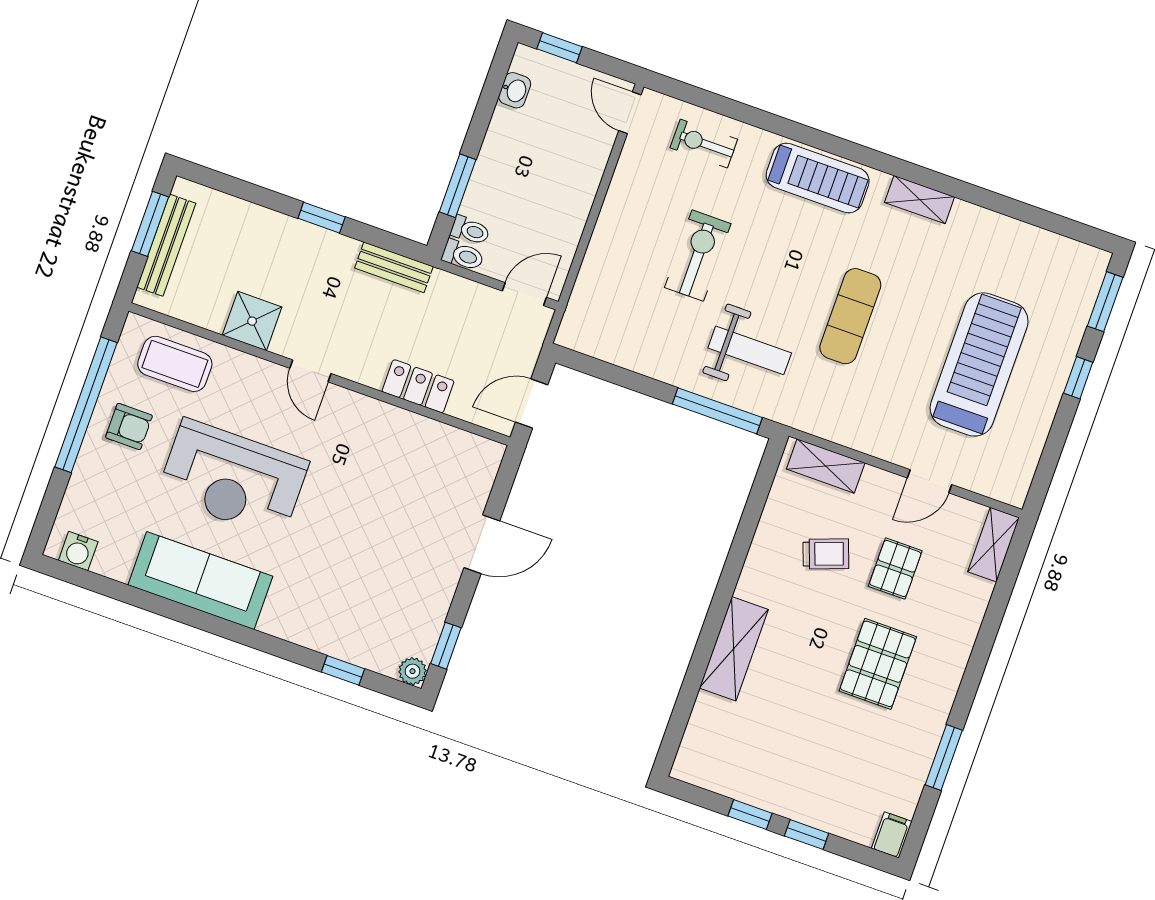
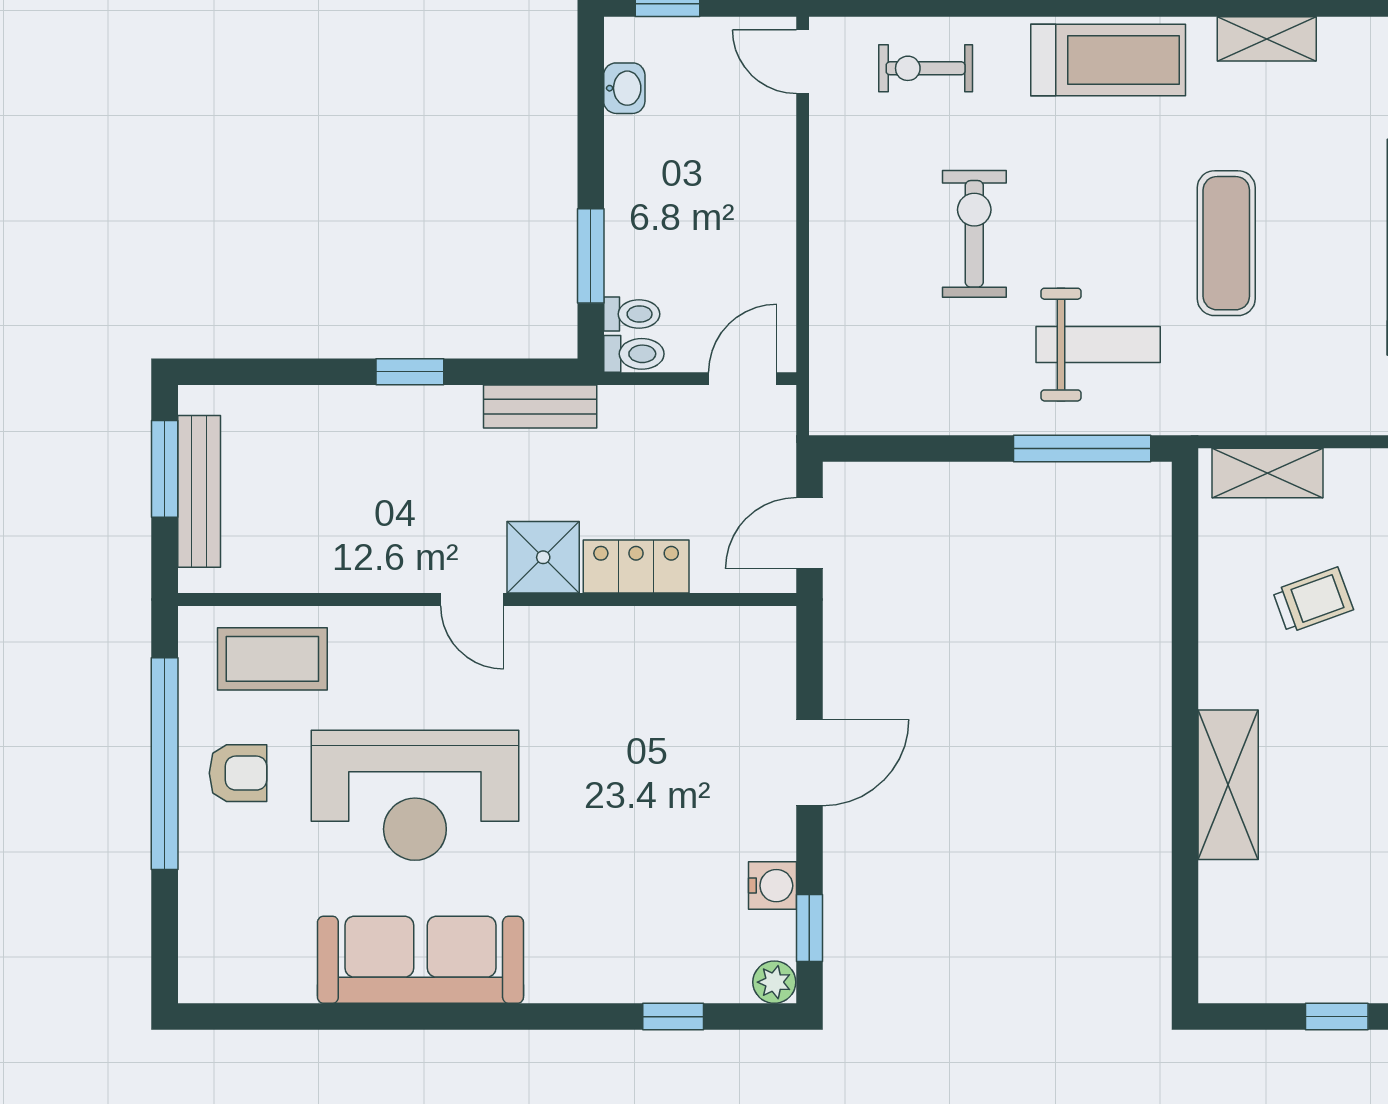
shower: (252, 321) -> (543, 557), moved
water cooler: (78, 551) -> (772, 886), moved, turned -90

